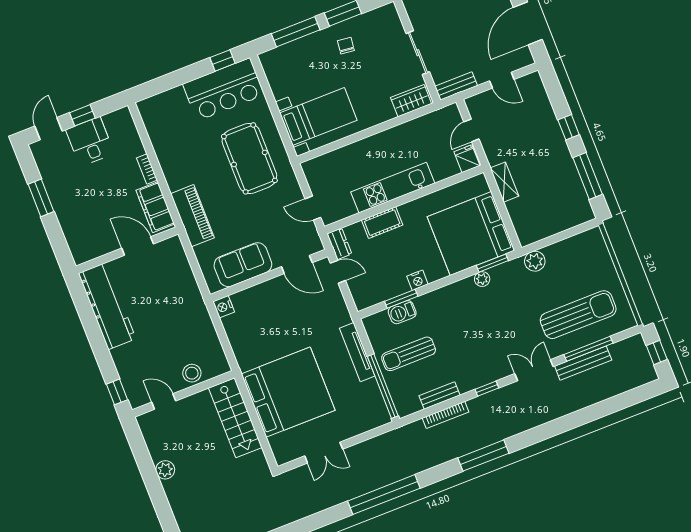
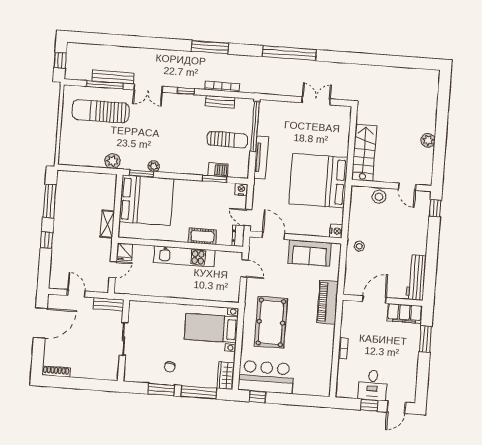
wardrobe: (411, 101) -> (226, 376), moved, turned 90
window: (41, 198) -> (425, 339), moved
filing cabinet: (155, 207) -> (405, 313), moved, turned 90
door: (138, 246) -> (374, 300), swing flipped
nightstand: (417, 280) -> (241, 189), moved
stool: (187, 302) -> (359, 246), added
workbench: (107, 306) -> (416, 278), width x0.73, depth x0.76
bed: (288, 392) -> (318, 181), moved

